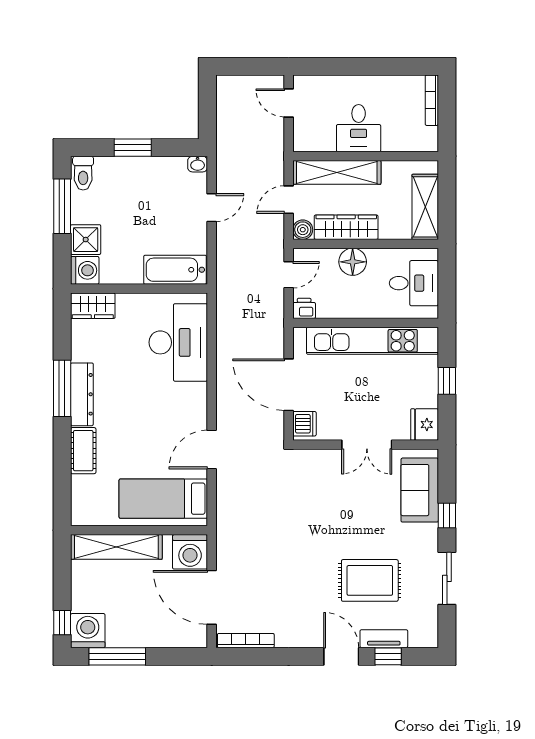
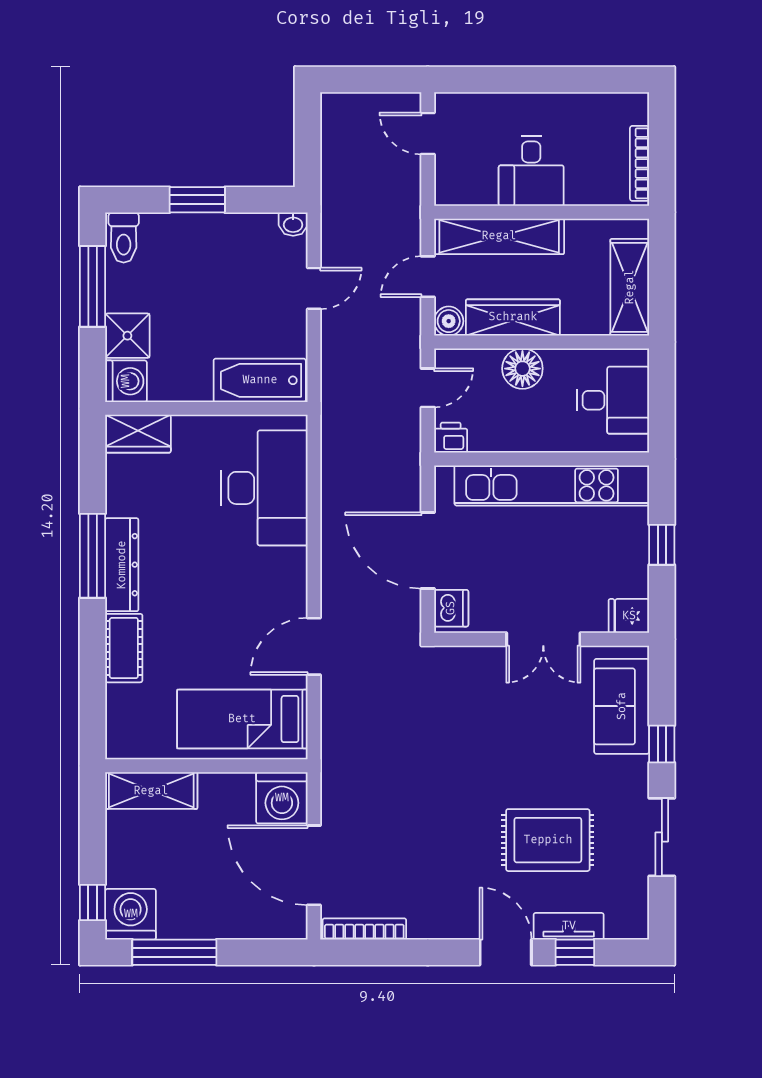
bookcase: (432, 100) -> (640, 163), moved
fridge: (425, 425) -> (629, 616), width x0.72
shelving: (116, 547) -> (151, 791), width x0.68

